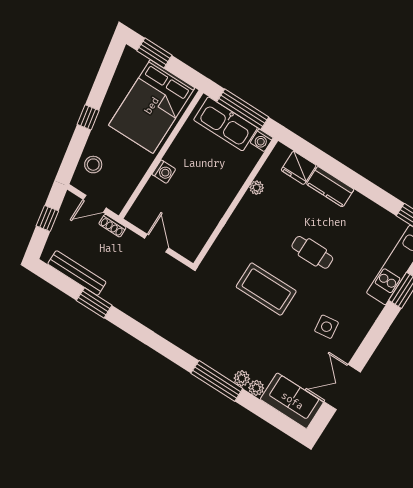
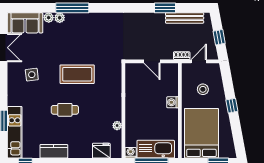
stool: (93, 165) -> (203, 89), moved
kitchen counter: (330, 187) -> (54, 151), moved

